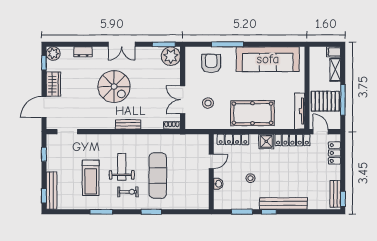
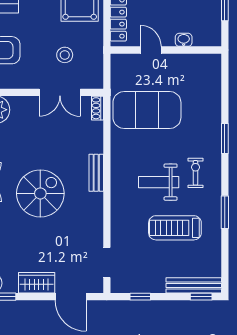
exercise mat: (158, 175) -> (147, 110), moved, width x1.47
treadmill: (91, 178) -> (175, 228), turned 180

